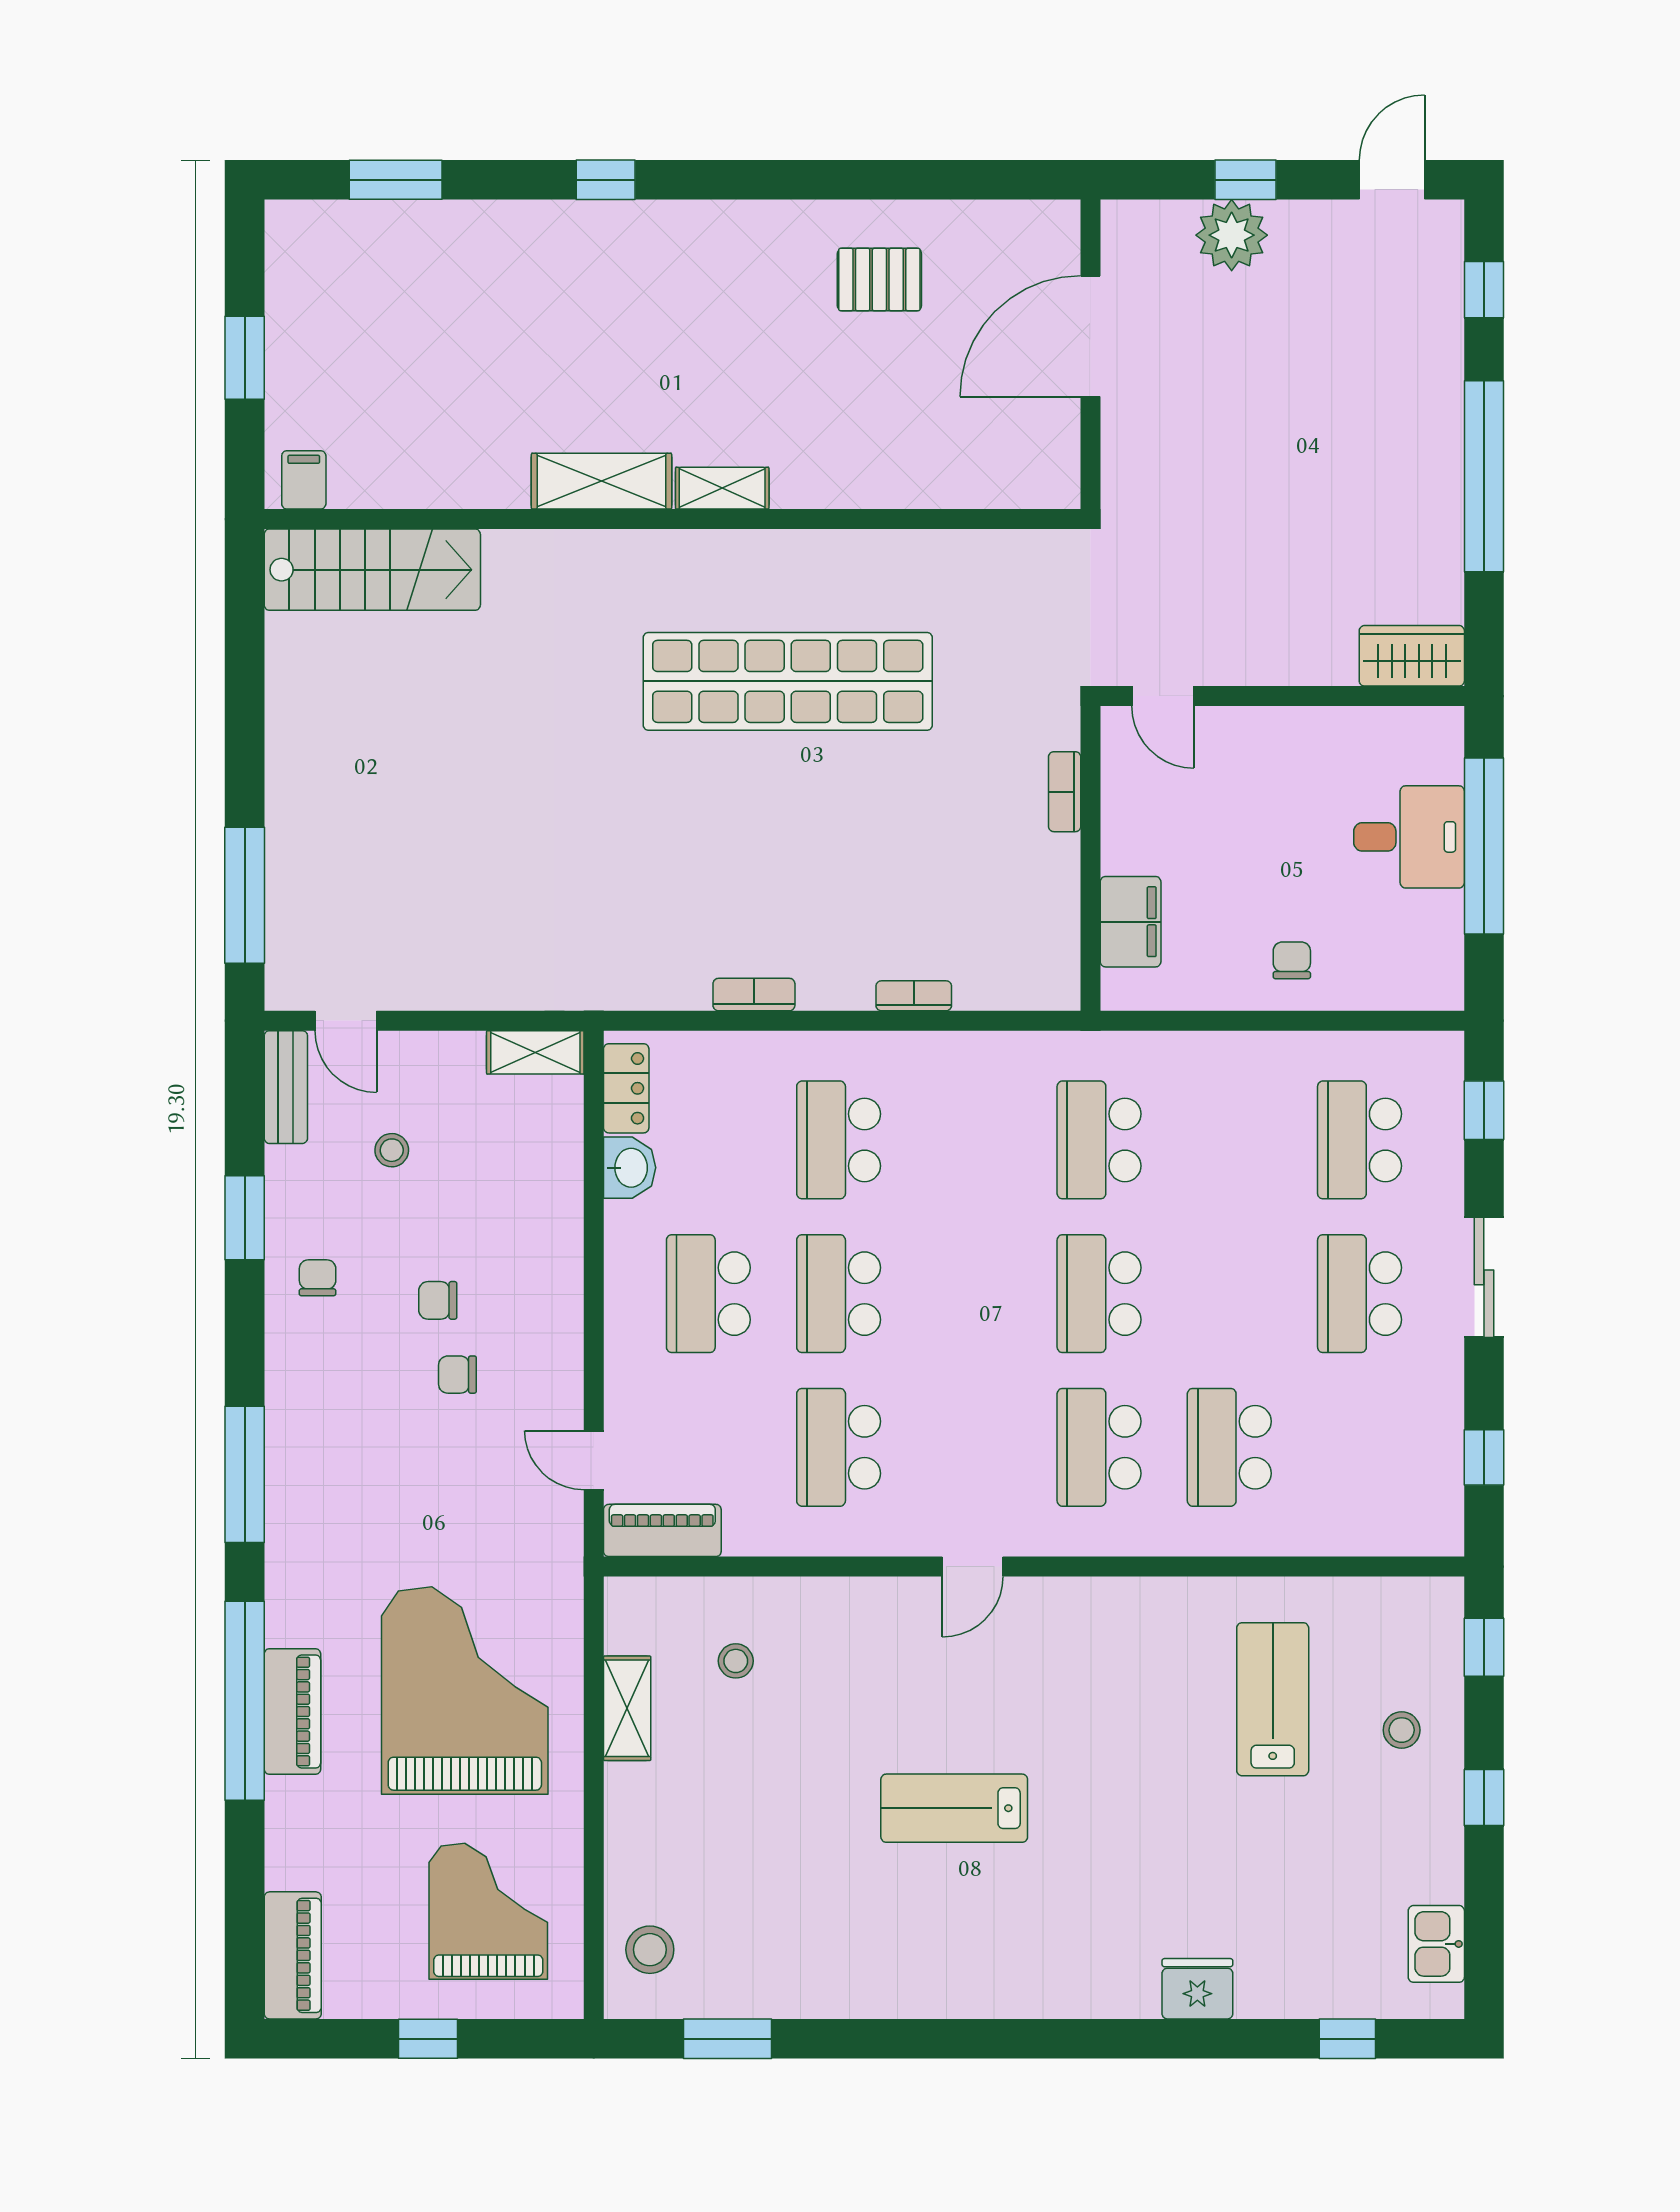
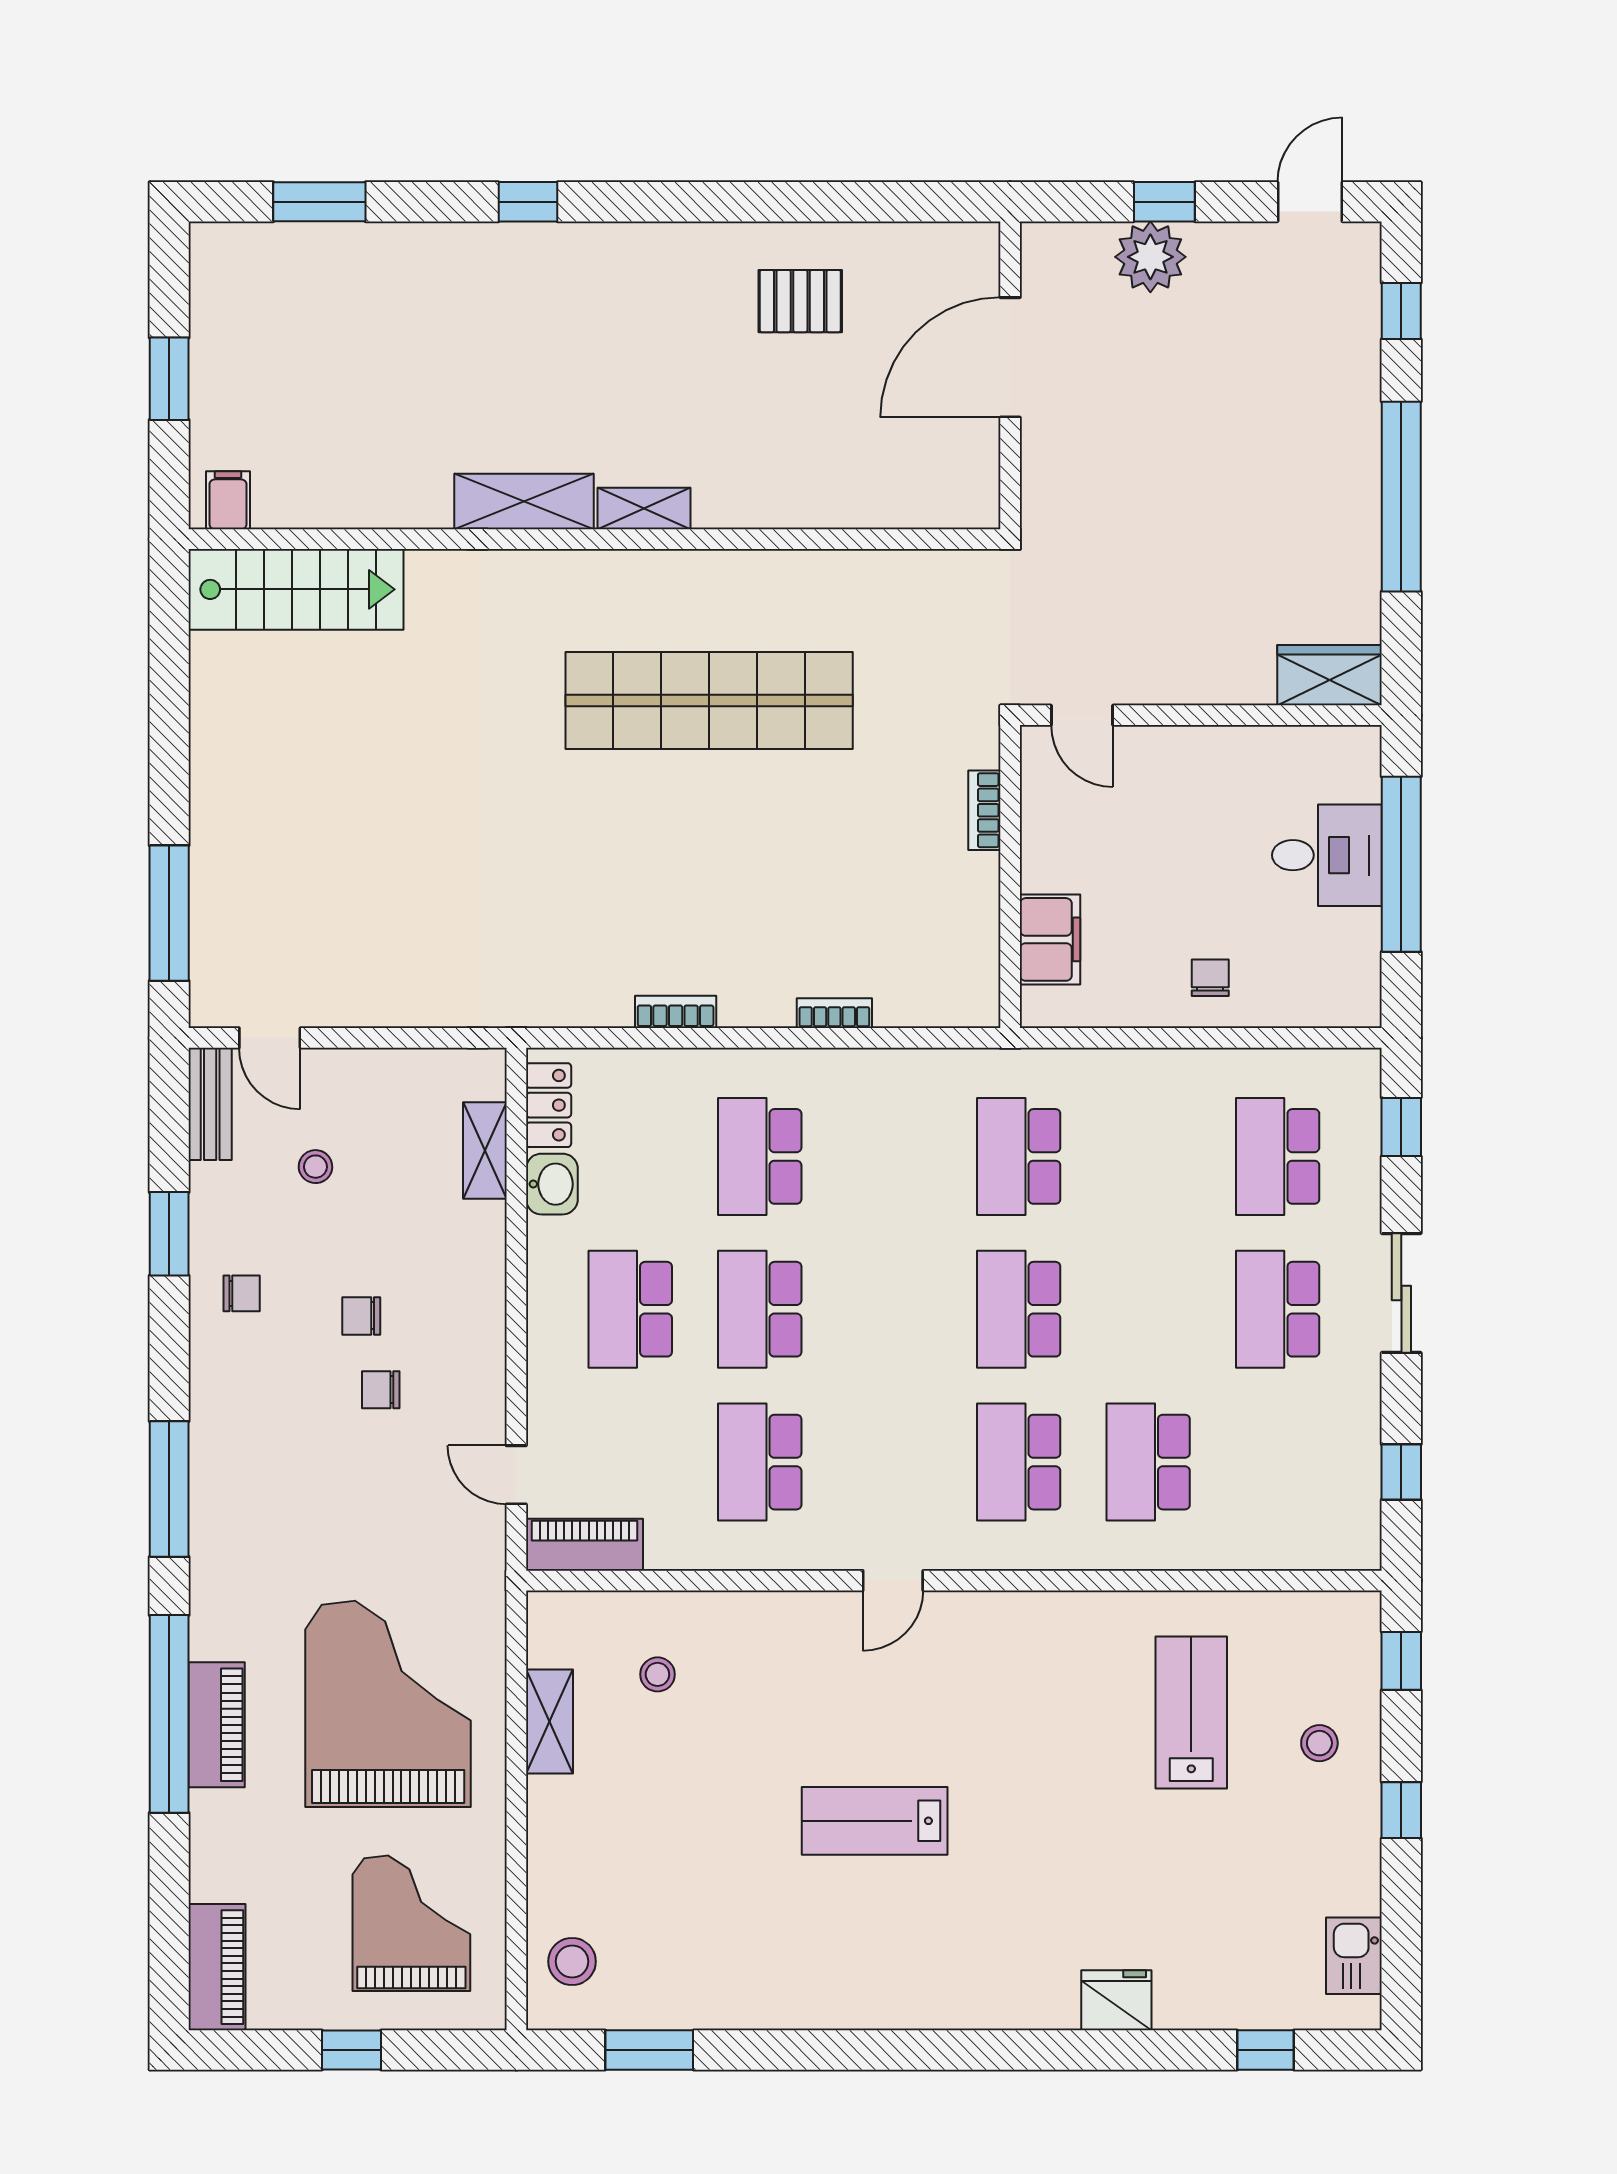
shelving: (535, 1052) -> (485, 1150), moved, turned 90
chair: (318, 1278) -> (242, 1293), turned 90

